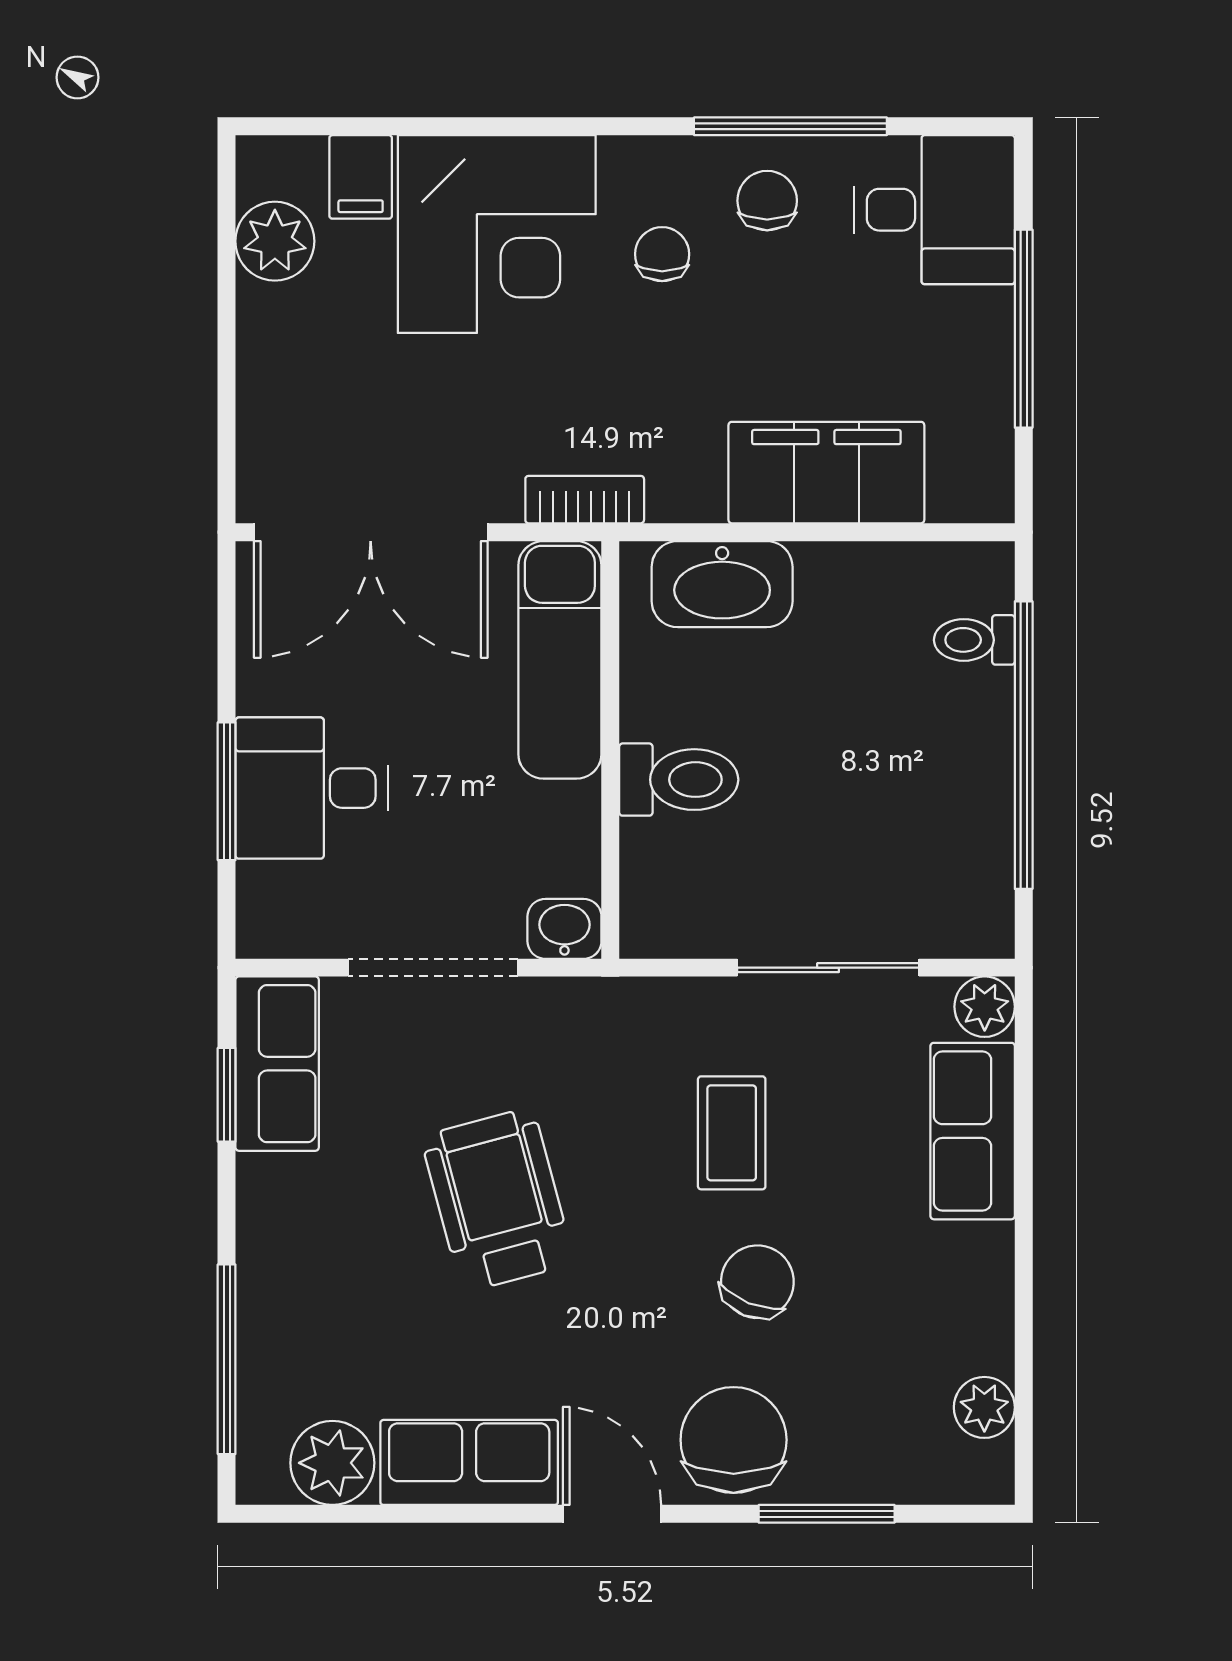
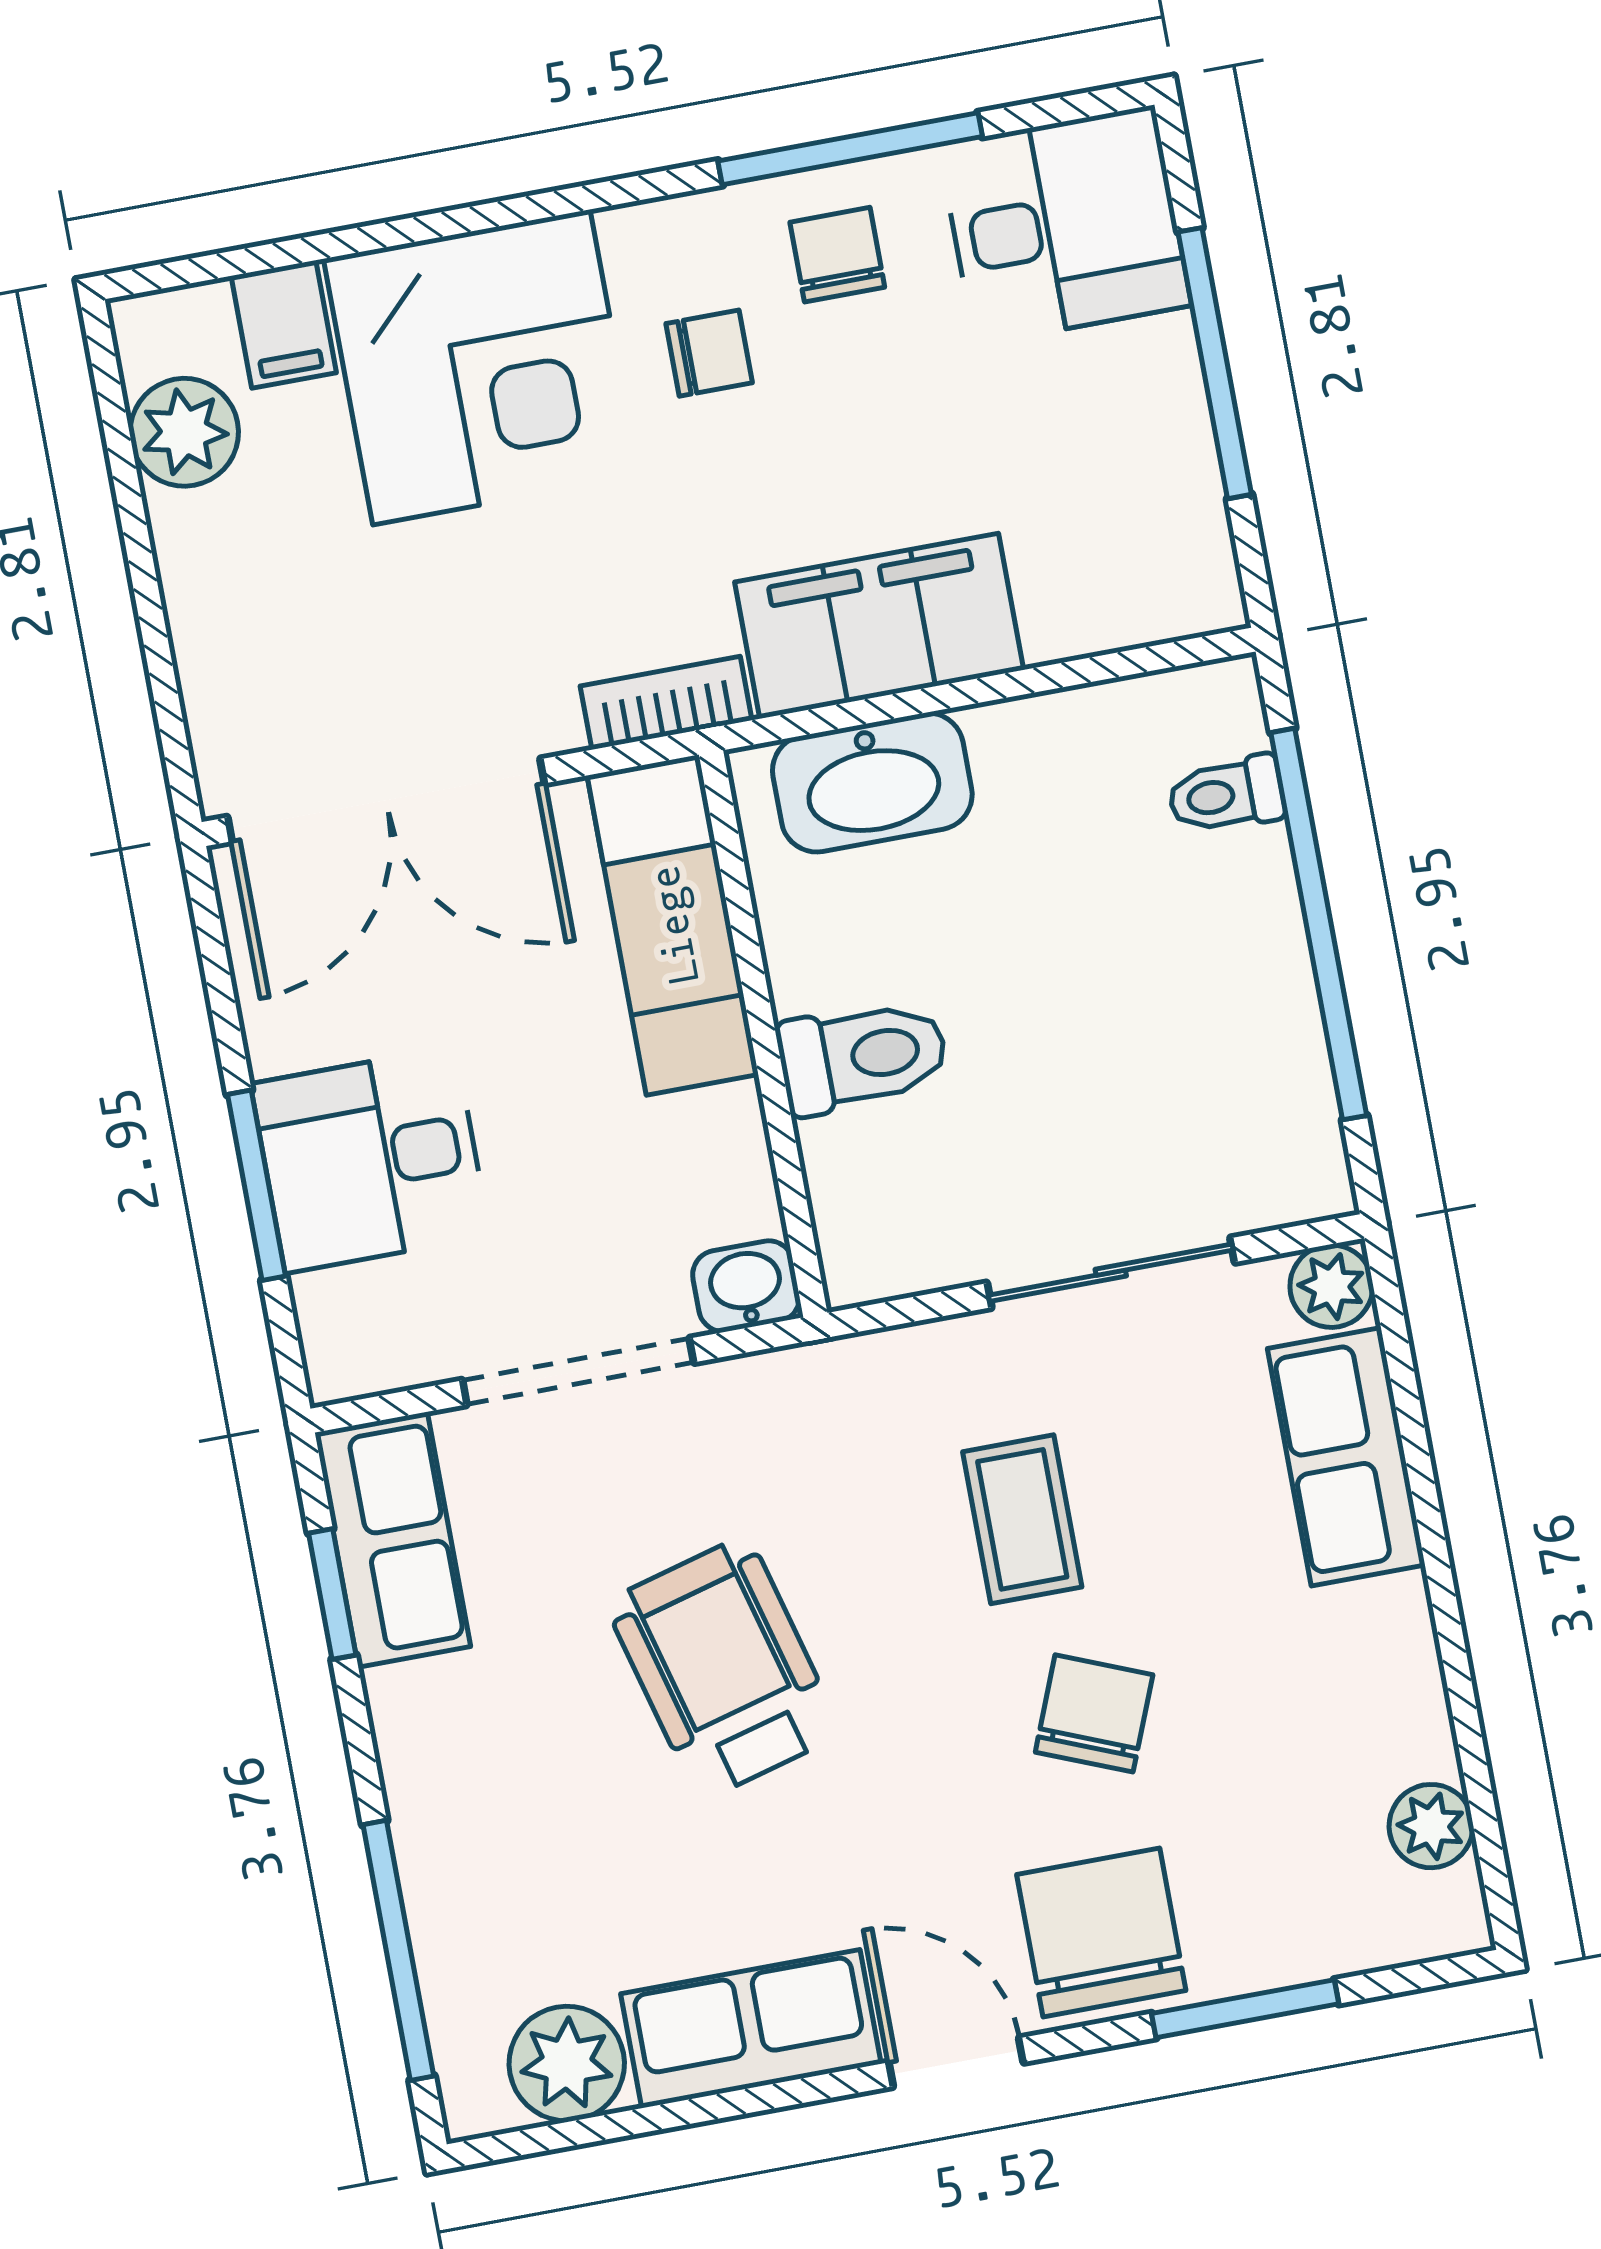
chair: (662, 254) -> (709, 353), turned 90
filing cabinet: (826, 473) -> (879, 626), moved

